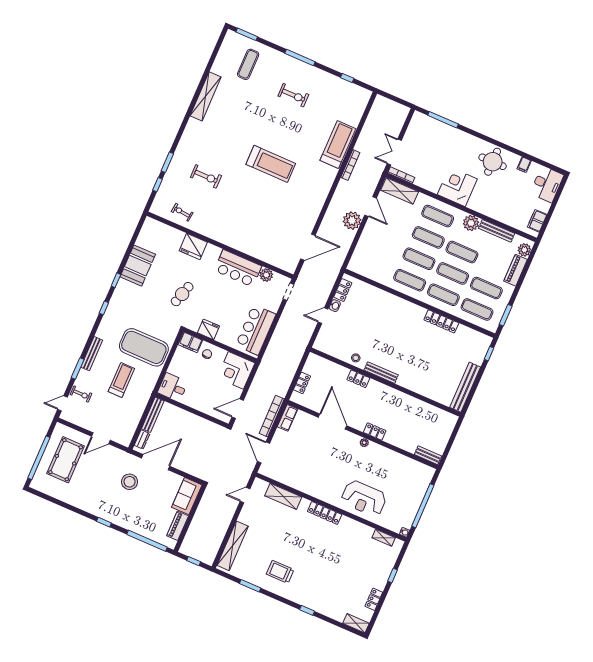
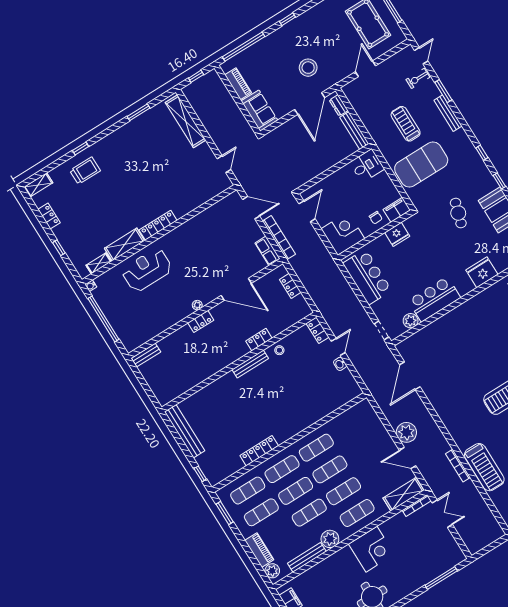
locker: (343, 290) -> (318, 330), moved
cafe table: (182, 294) -> (458, 213), moved
treadmill: (121, 380) -> (406, 124), turned 180
shelving: (283, 496) -> (125, 245), moved
trolley: (280, 572) -> (85, 171), moved

